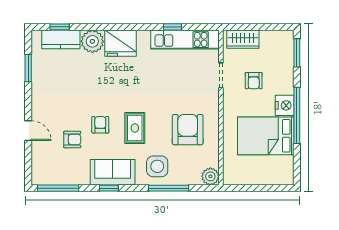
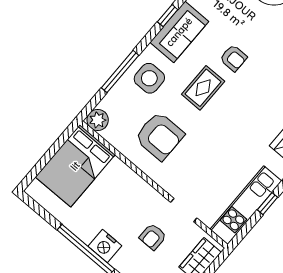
armchair: (254, 81) -> (153, 237), turned -90
rug: (135, 128) -> (203, 88), turned 90
bed: (266, 136) -> (75, 166), moved, turned 180
armchair: (72, 139) -> (242, 20), removed

